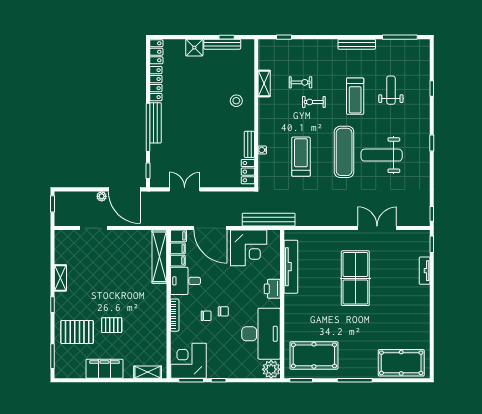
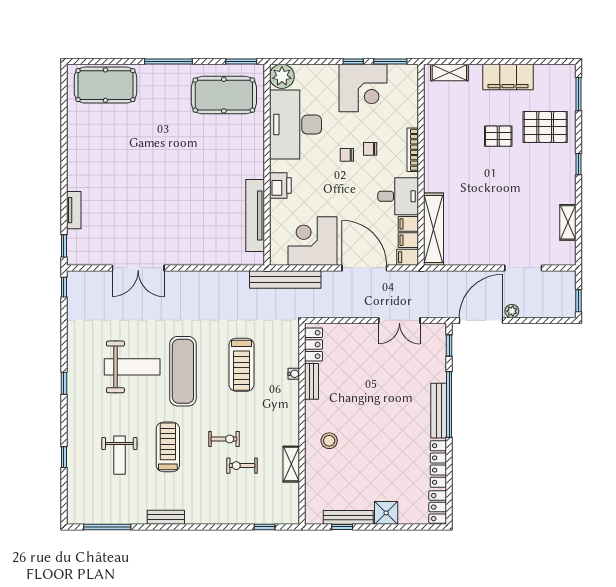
bench: (357, 44) -> (166, 517), width x0.73
door: (124, 189) -> (481, 320), hinge flipped
shelving: (60, 278) -> (568, 222), moved
table tennis table: (355, 278) -> (168, 200), removed
corner desk: (189, 361) -> (363, 88), moved

